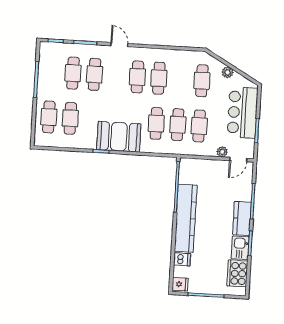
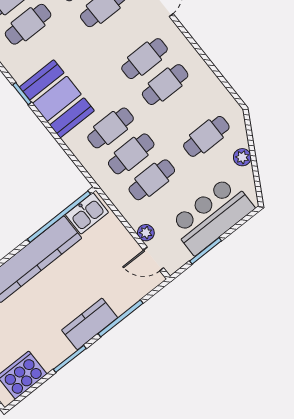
kitchen sink: (240, 248) -> (87, 213), moved, turned 180

